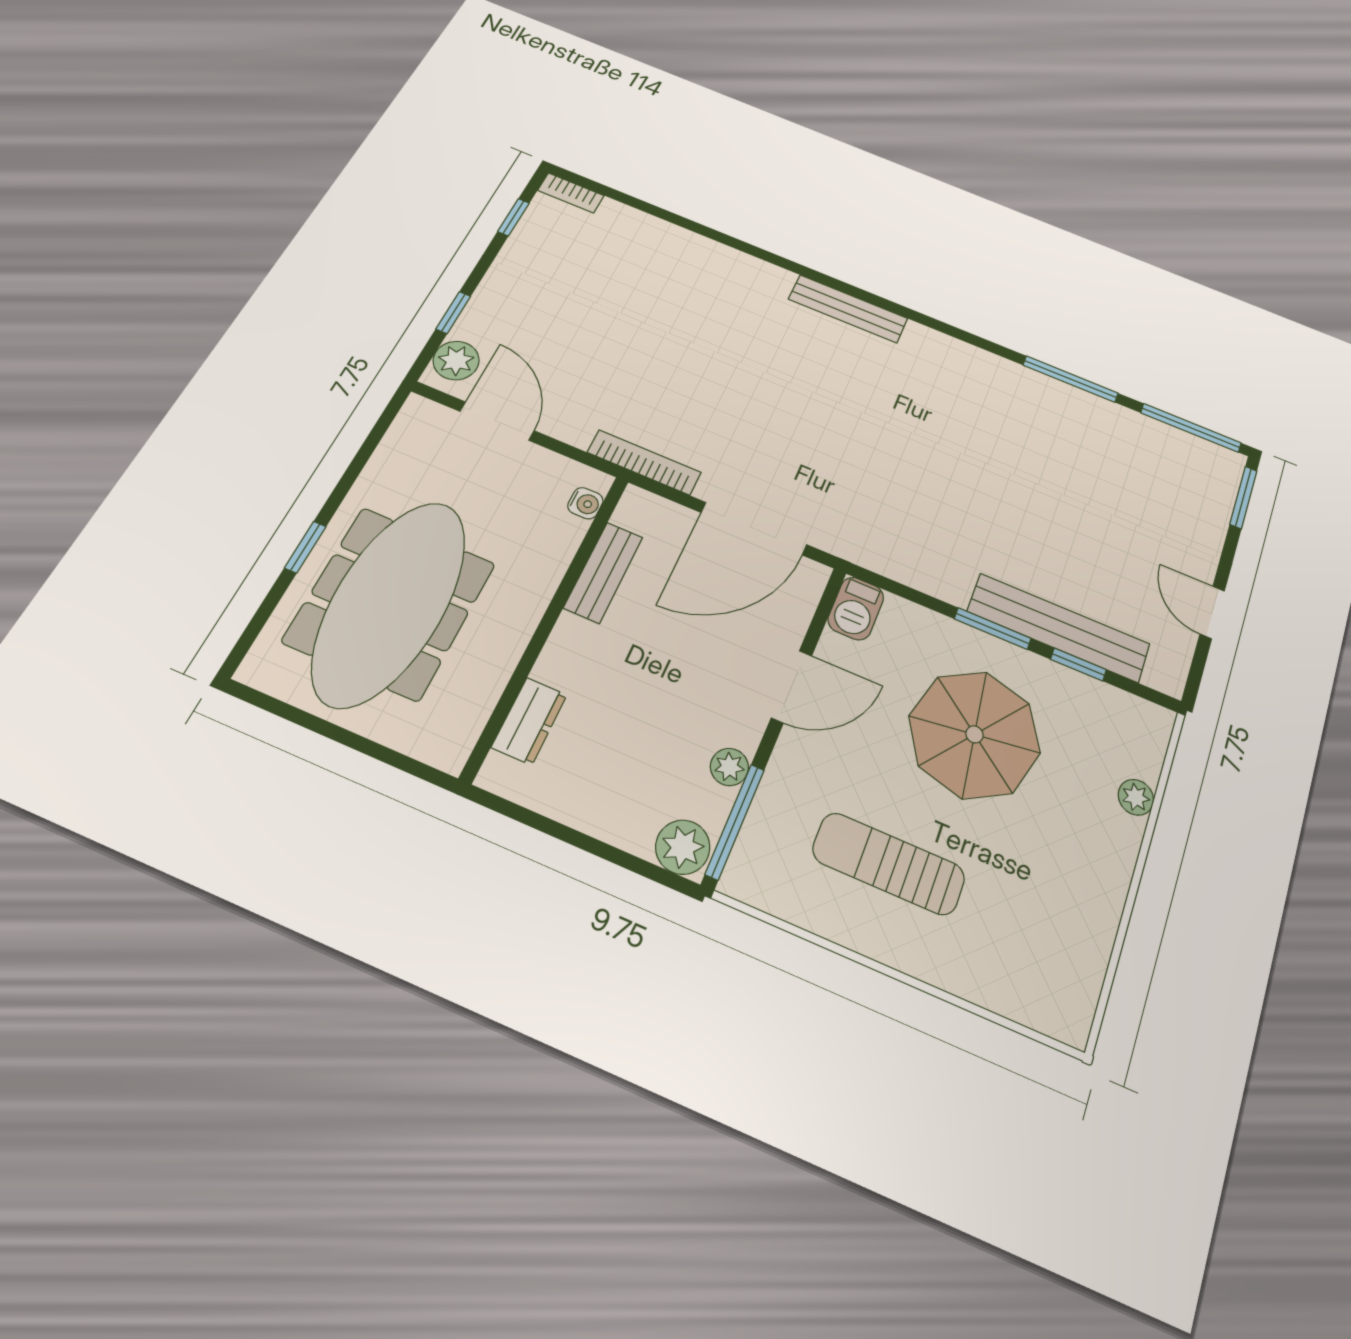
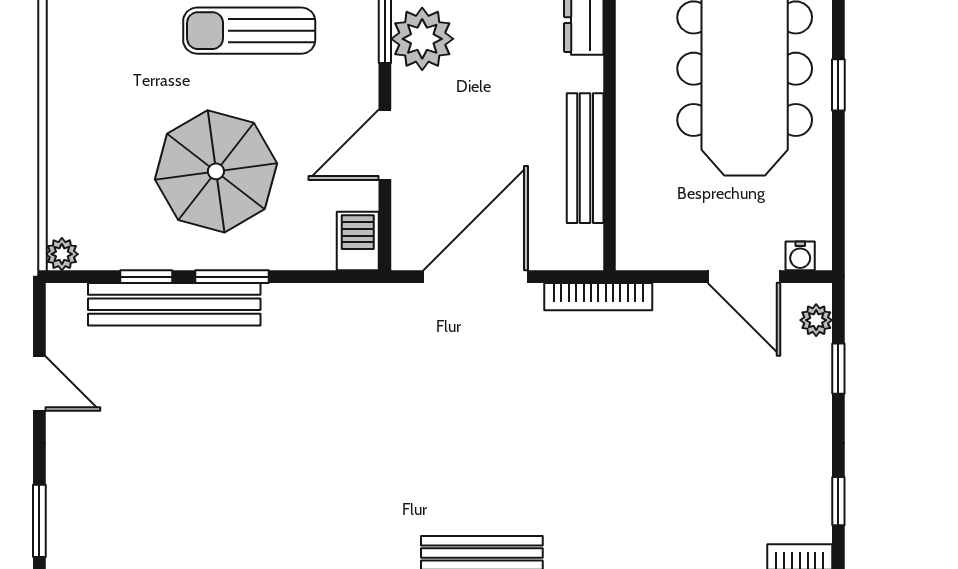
plant: (456, 361) -> (816, 320), width x0.73, depth x0.73
water cooler: (585, 503) -> (800, 256), moved, turned -90
bench: (603, 572) -> (585, 158), width x1.36
plant: (729, 767) -> (422, 39), width x1.88, depth x1.88
plant: (1136, 797) -> (62, 254), moved
sun lounger: (889, 864) -> (249, 31), turned 180

